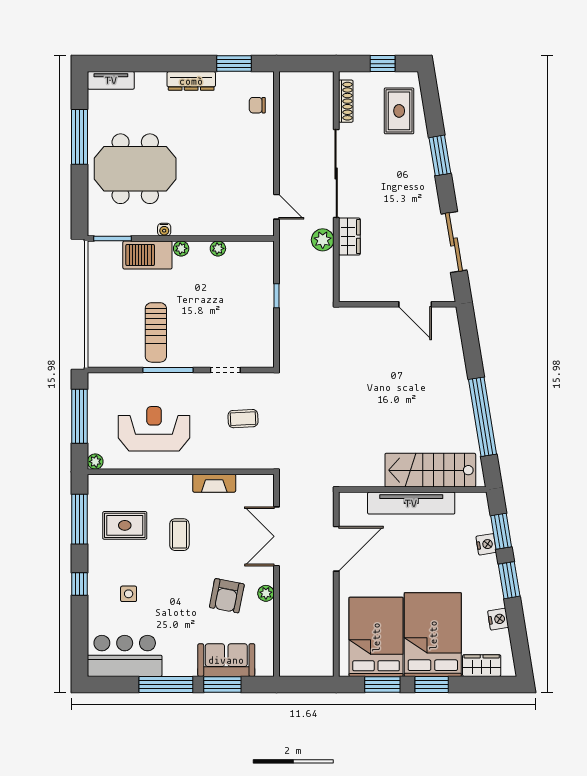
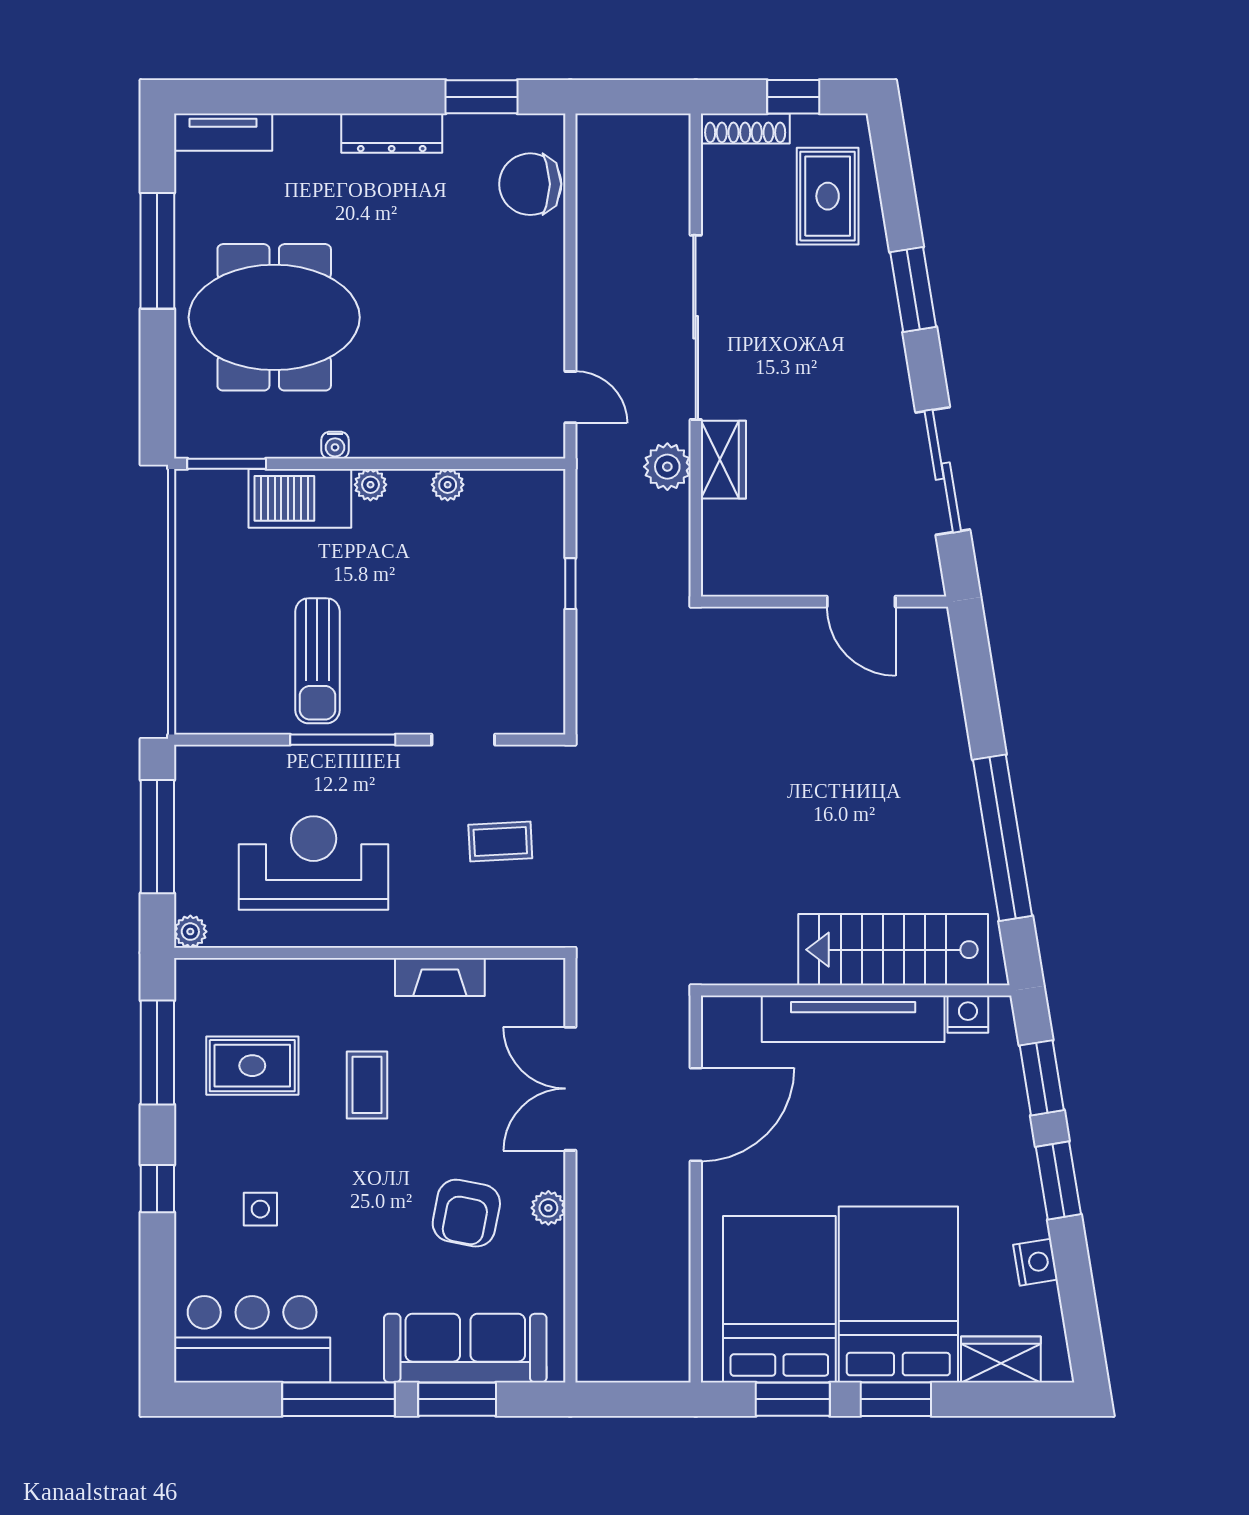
shoe rack: (346, 101) -> (745, 129), moved, turned 90
chair: (257, 105) -> (530, 184), width x1.87, depth x1.87
nightstand: (486, 544) -> (968, 1014), moved, turned -81
sofa: (226, 660) -> (465, 1348), width x1.36

